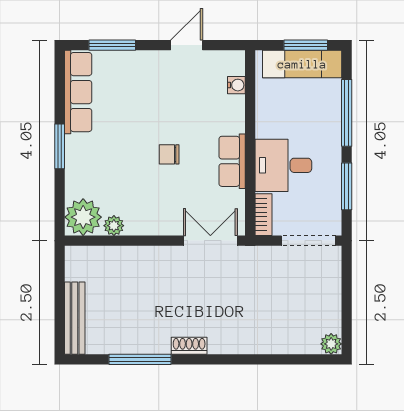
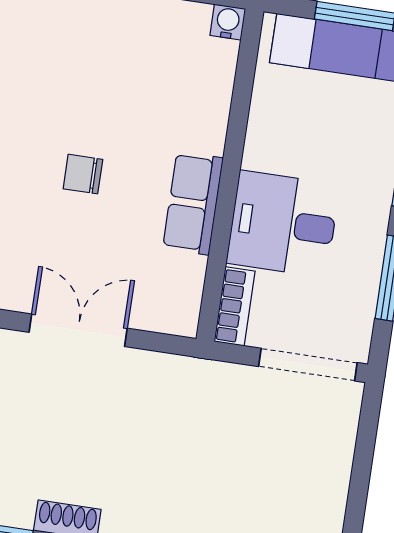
water cooler: (236, 85) -> (228, 22), moved, turned -90
double door: (210, 241) -> (78, 330), moved

